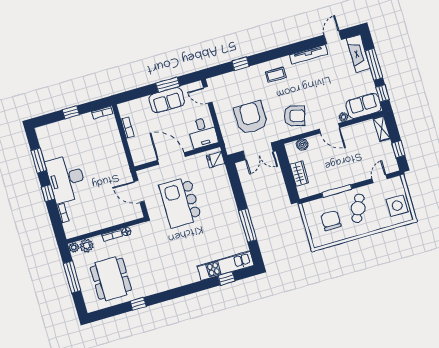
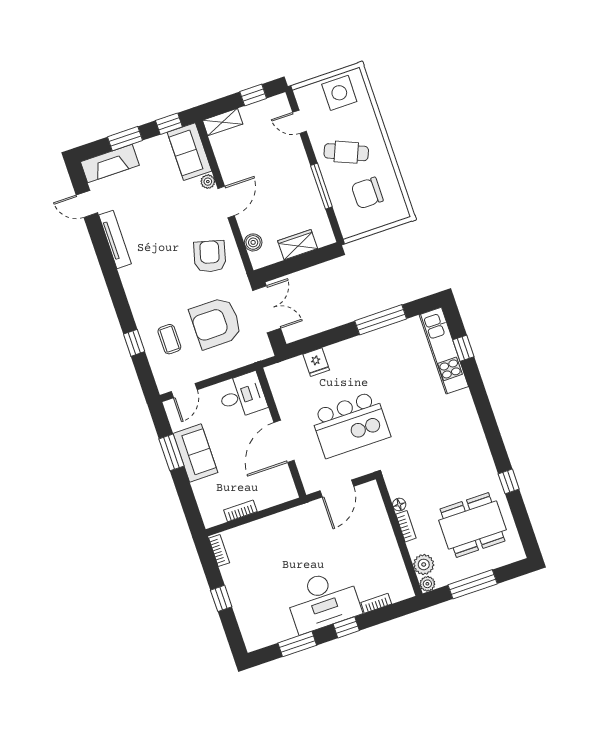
window: (374, 64) -> (125, 139), width x0.69
coffee table: (276, 75) -> (169, 339), moved
fridge: (216, 160) -> (316, 362), moved

